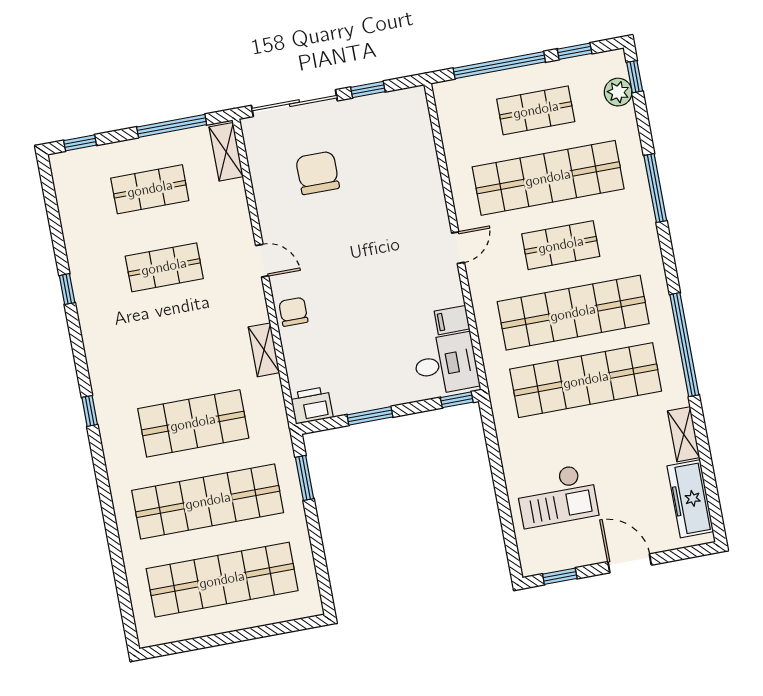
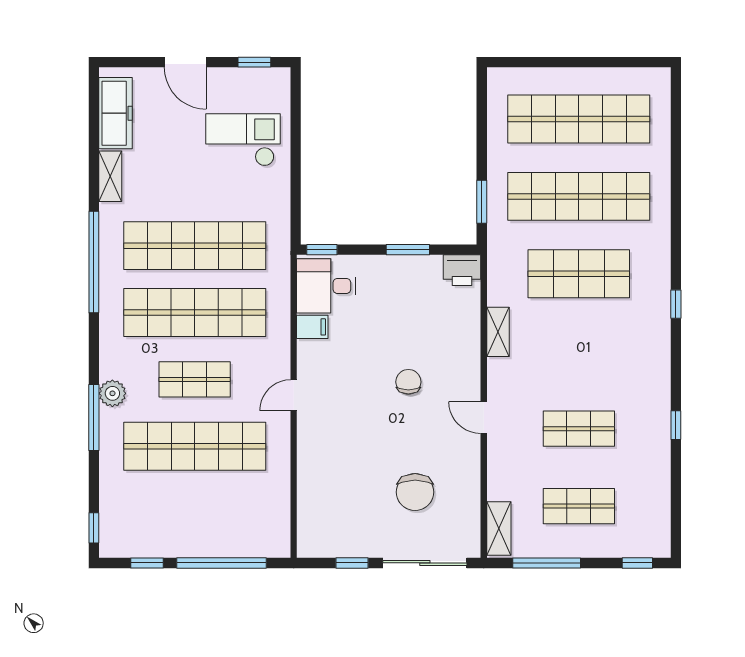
plant: (618, 92) -> (112, 393), moved
shop shelf: (536, 110) -> (195, 513), removed
chair: (293, 312) -> (408, 382), moved, turned 180

